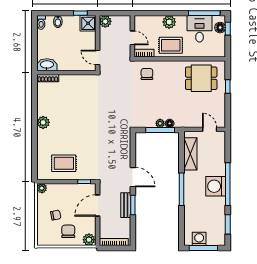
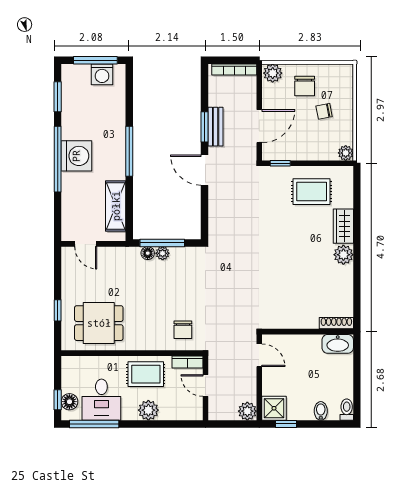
wardrobe: (43, 141) -> (343, 226), added

